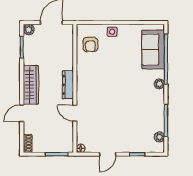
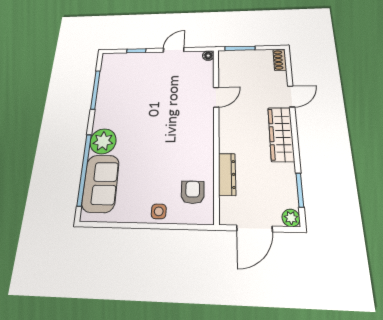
plant: (159, 84) -> (103, 141), width x1.87, depth x1.87
dresser: (68, 85) -> (227, 174), moved
door: (75, 113) -> (216, 97), hinge flipped
plant: (159, 137) -> (106, 70), removed

